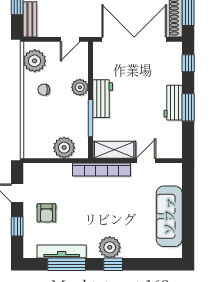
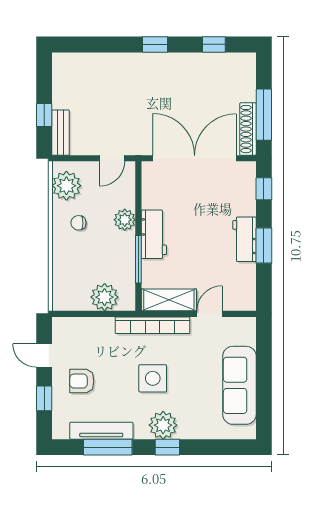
side table: (102, 211) -> (153, 378), added
armchair: (46, 213) -> (82, 381), turned 90

